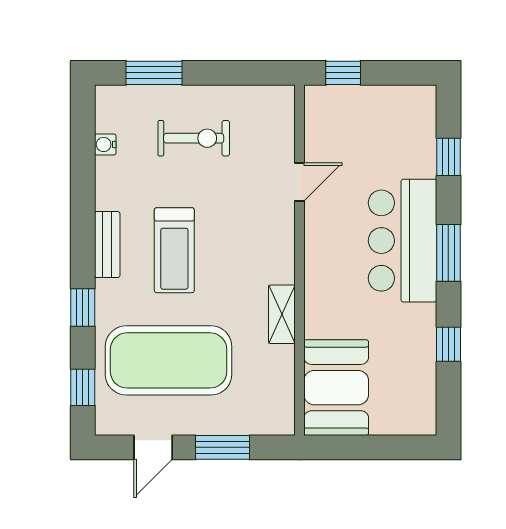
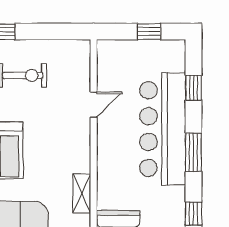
window: (343, 73) -> (149, 32), moved
bar counter: (403, 241) -> (163, 129), width x1.36

